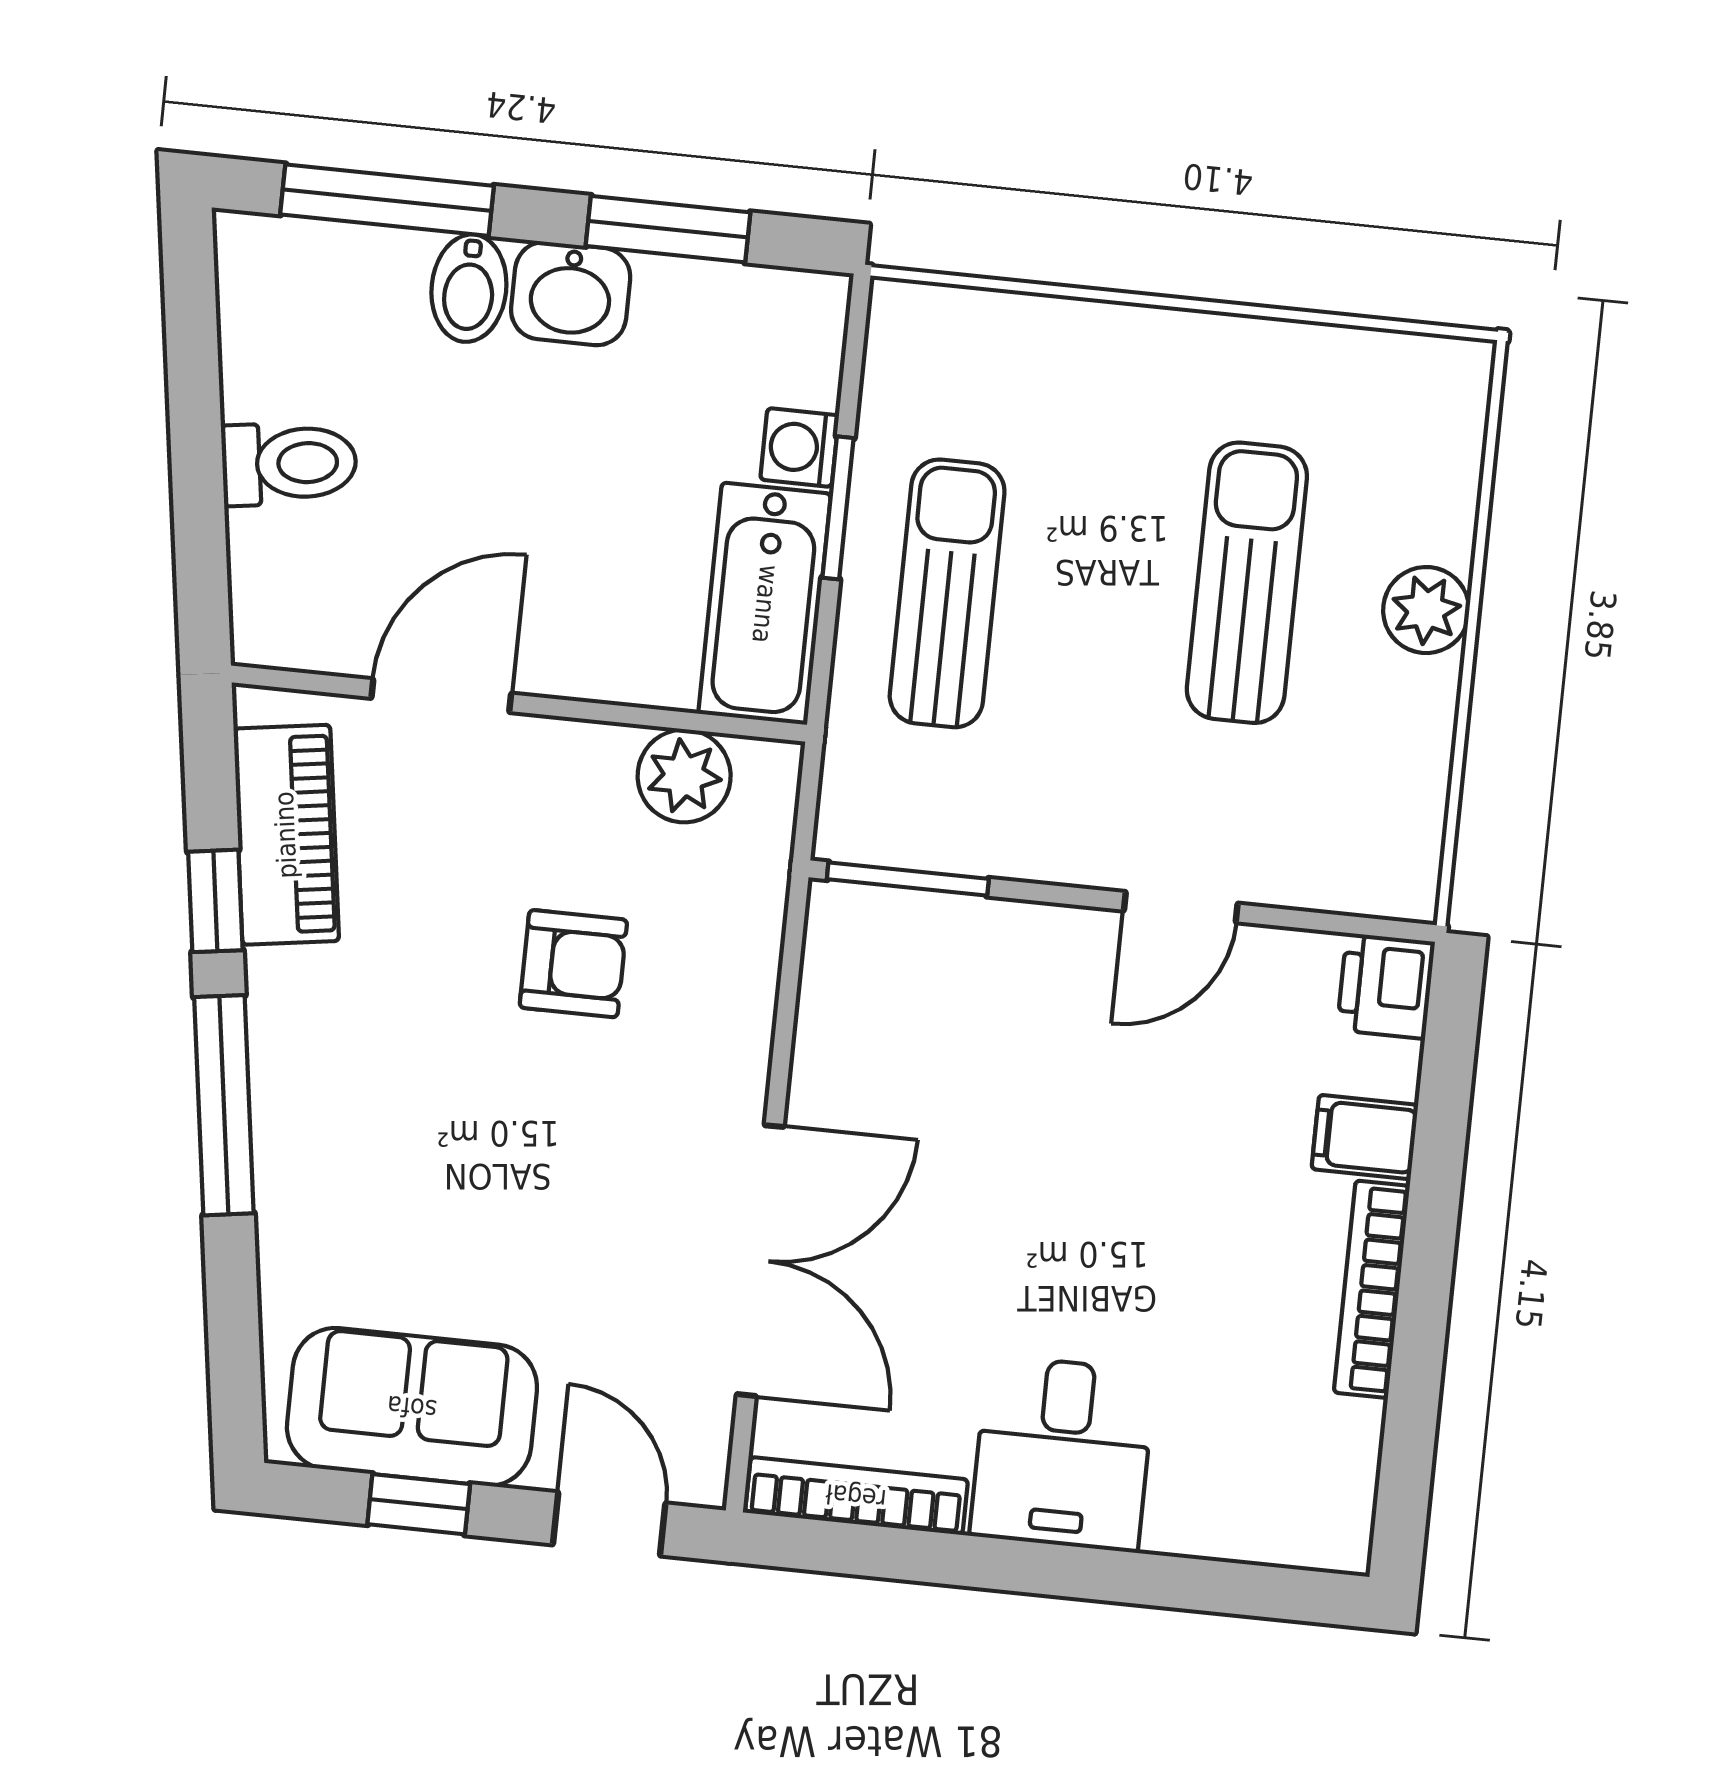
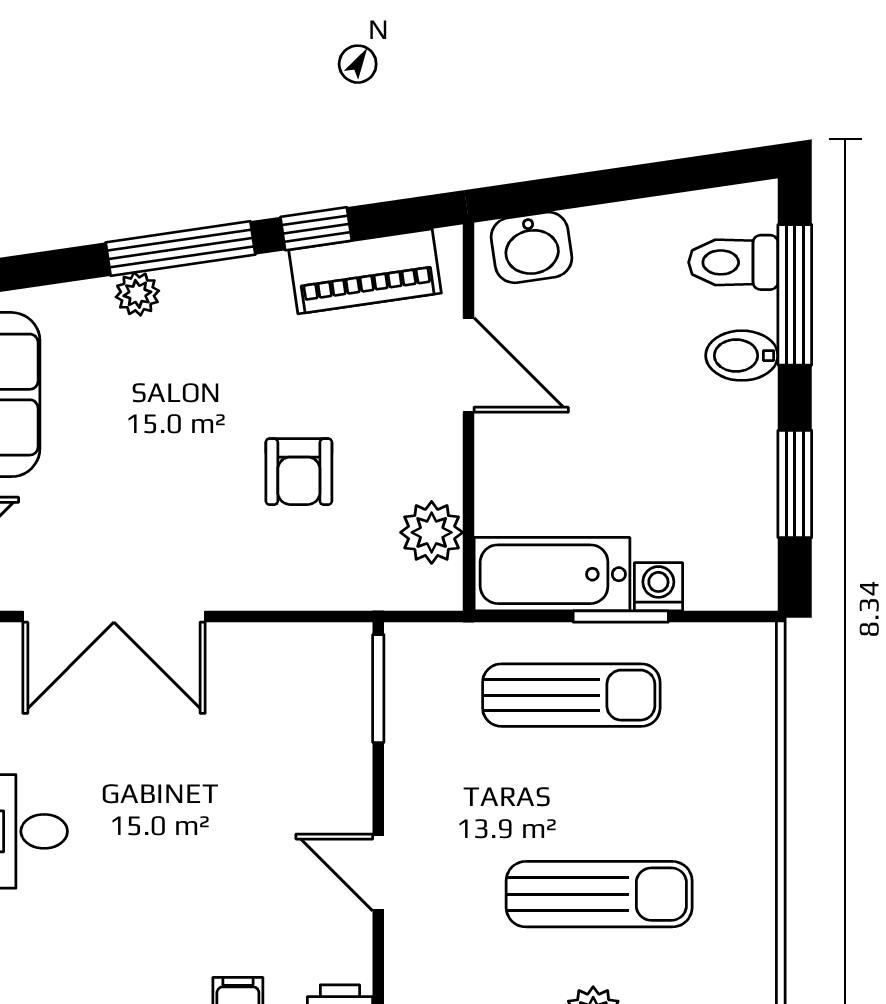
washbasin: (571, 294) -> (531, 247), moved, turned -98
toilet: (289, 463) -> (733, 262), moved, turned 98
plant: (285, 1176) -> (137, 294), added

